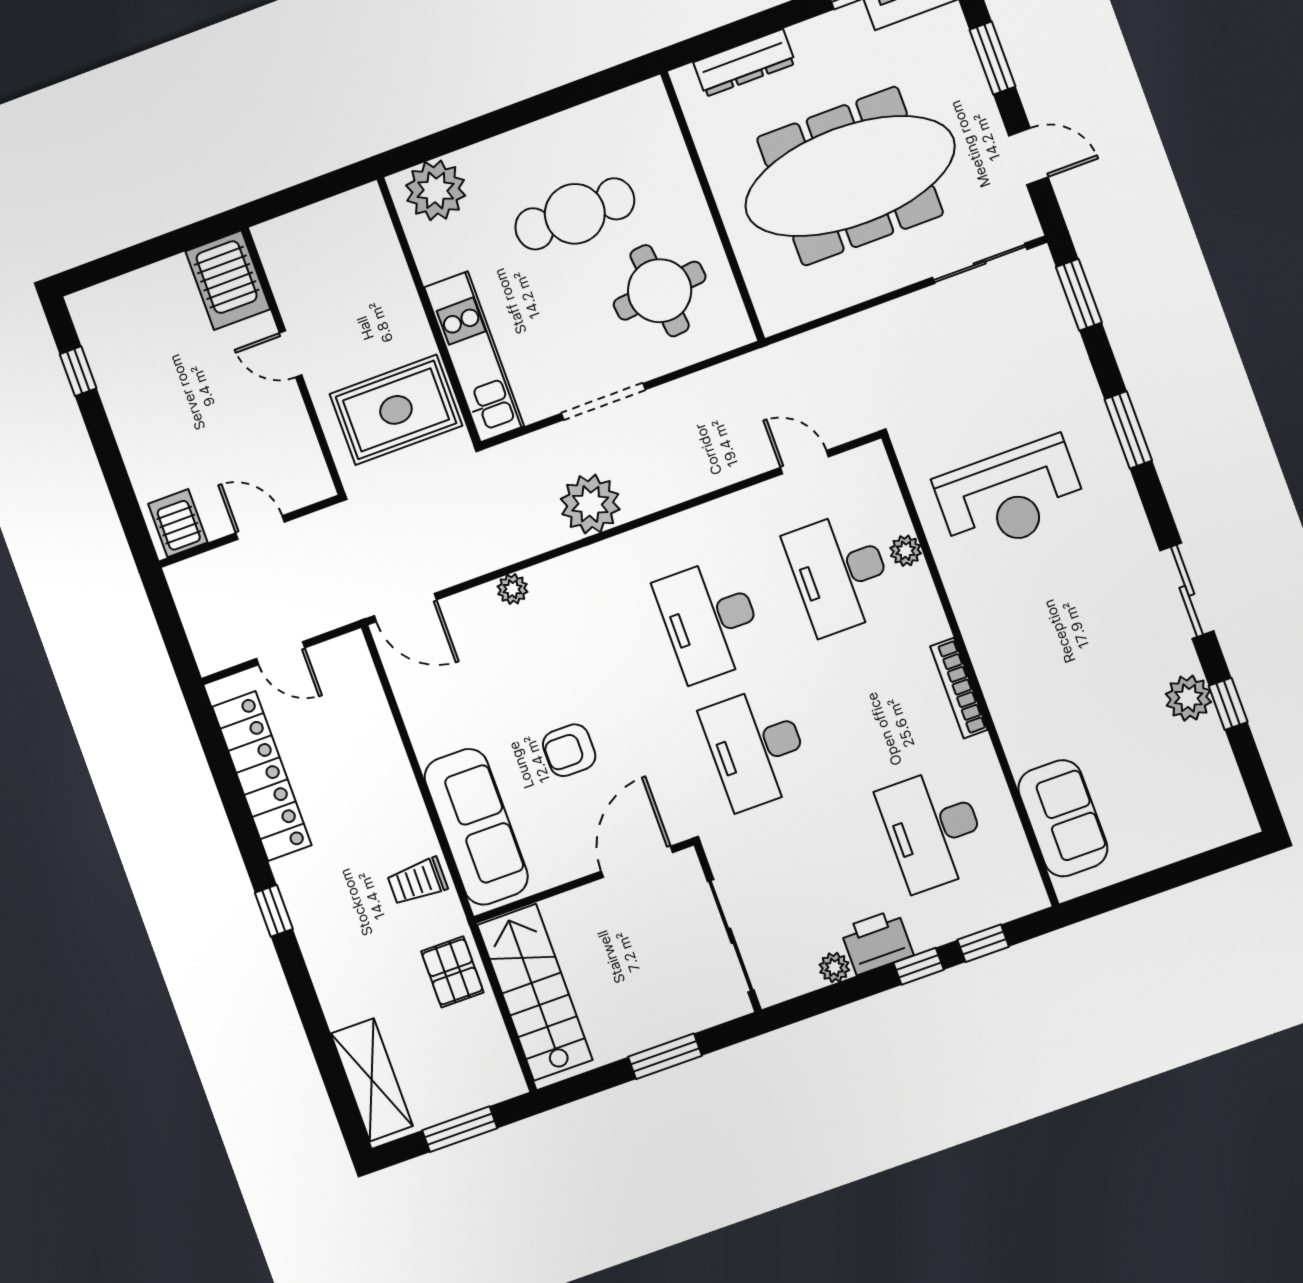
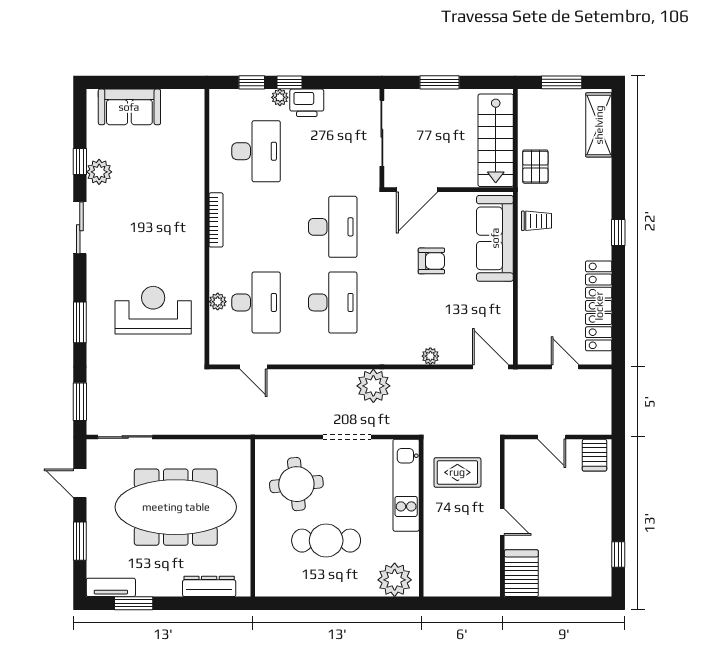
rug: (396, 410) -> (457, 472), width x0.73, depth x0.70
sofa: (1063, 818) -> (129, 107), moved, turned -90
plant: (834, 967) -> (280, 97), moved

